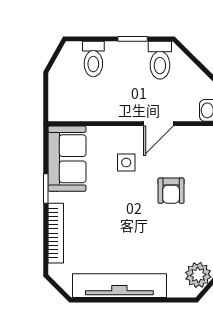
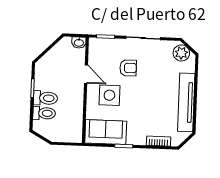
toilet: (160, 60) -> (45, 98), moved
side table: (126, 162) -> (109, 95), width x1.87, depth x1.87
bookcase: (56, 233) -> (159, 141), width x0.64

